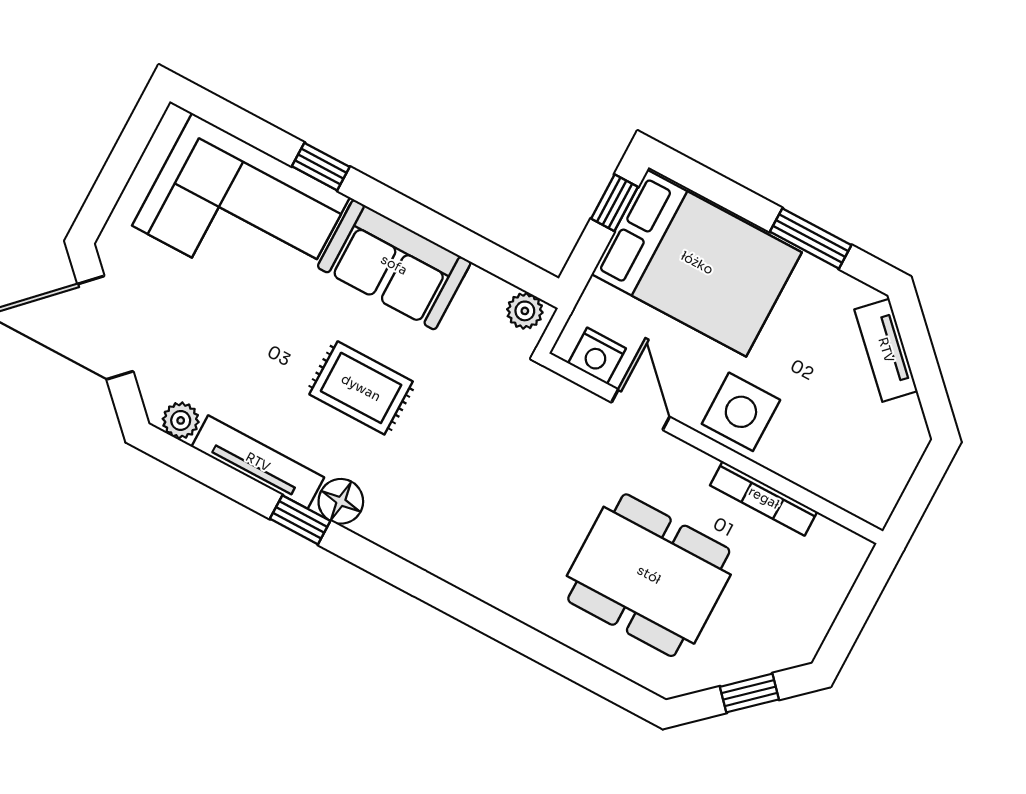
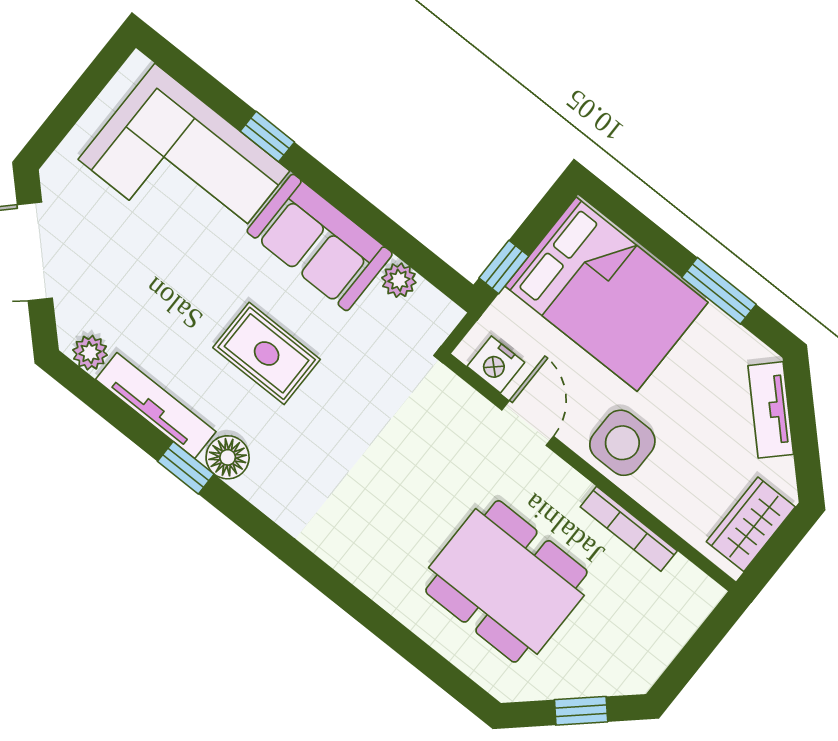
window: (614, 203) -> (504, 267), moved
plant: (525, 311) -> (399, 280), moved
wardrobe: (887, 471) -> (751, 524), added

